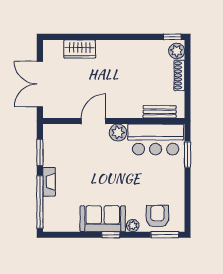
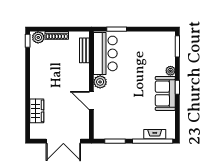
fireplace: (49, 182) -> (155, 134), moved
armchair: (157, 216) -> (163, 52), removed

